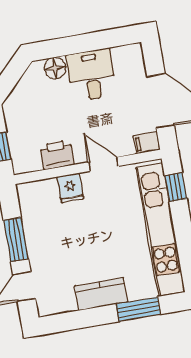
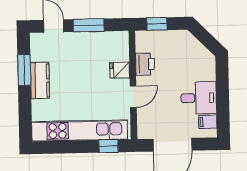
floor lamp: (55, 68) -> (208, 72), removed
filing cabinet: (147, 143) -> (208, 122), moved, turned -90
window: (138, 309) -> (24, 70), moved

